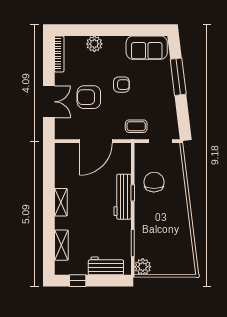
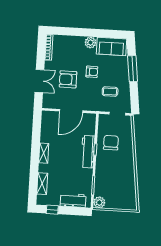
plant: (94, 44) -> (90, 43), moved
coffee table: (136, 126) -> (110, 91), moved

